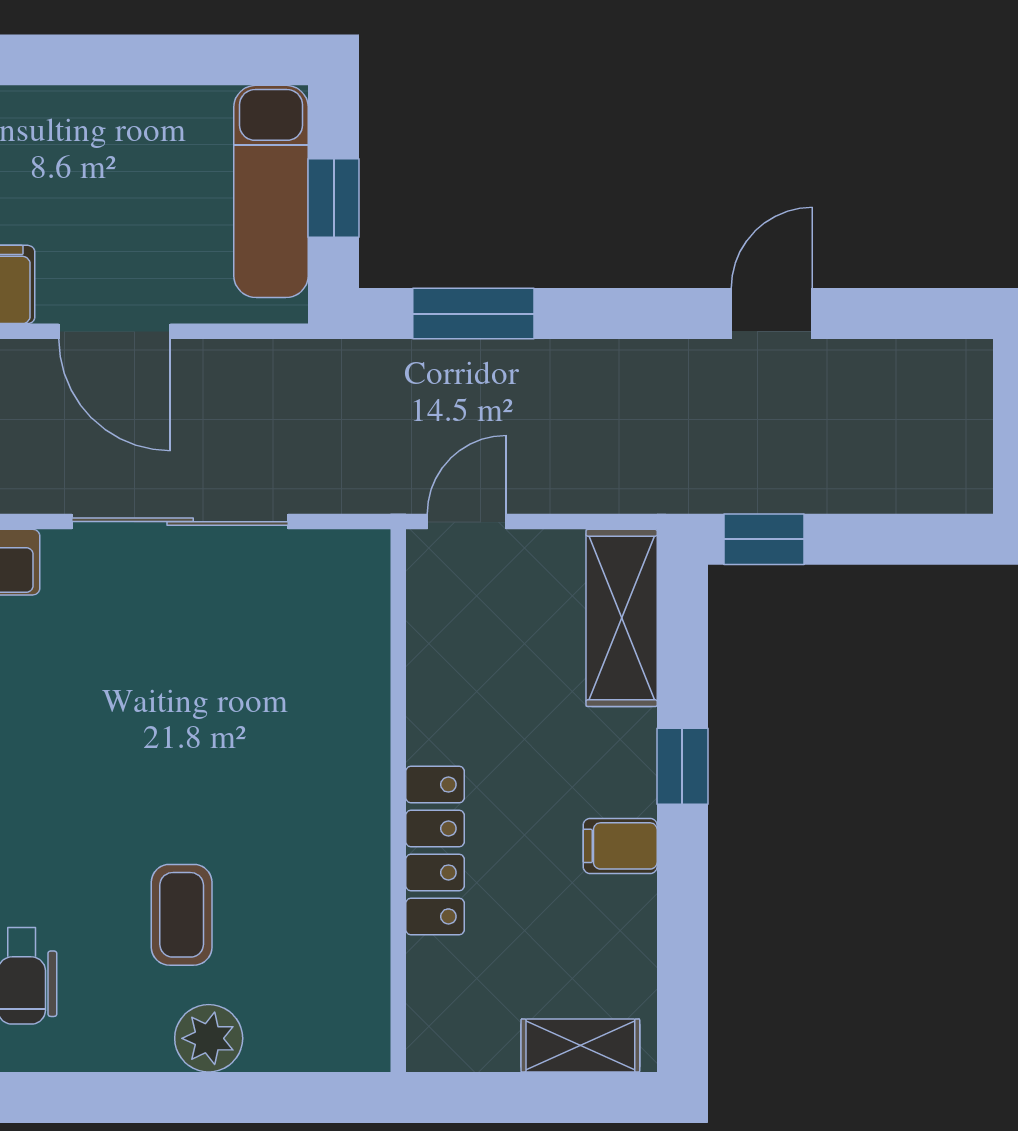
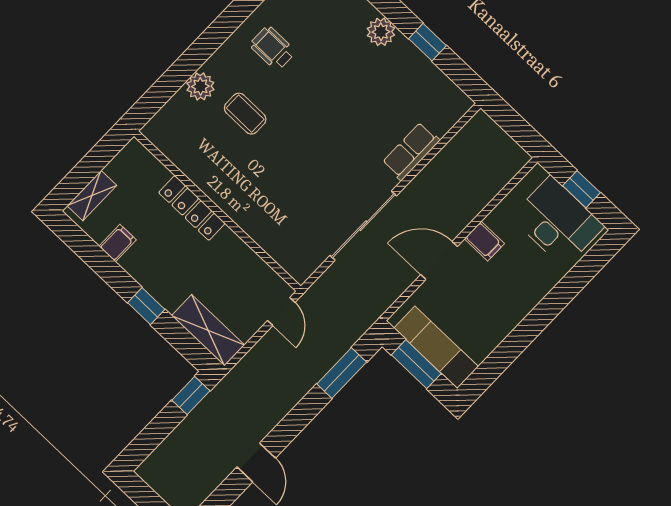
window: (334, 198) -> (416, 364), width x1.50
filing cabinet: (620, 846) -> (118, 243), moved

